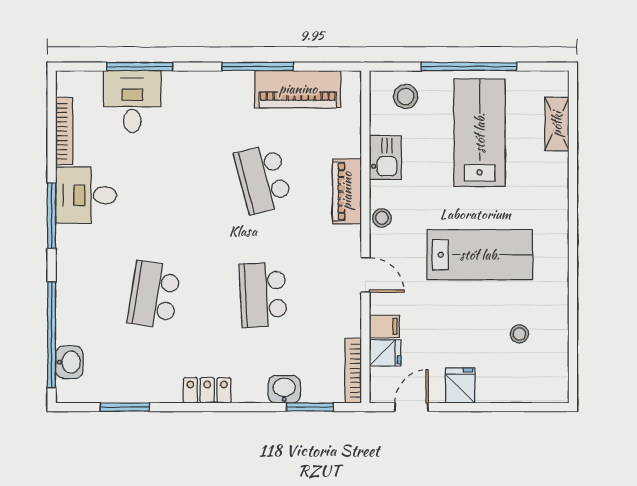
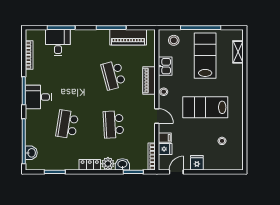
desk: (86, 195) -> (38, 97), moved
lab bench: (480, 255) -> (205, 107), turned 180
plant: (250, 388) -> (108, 164), added

